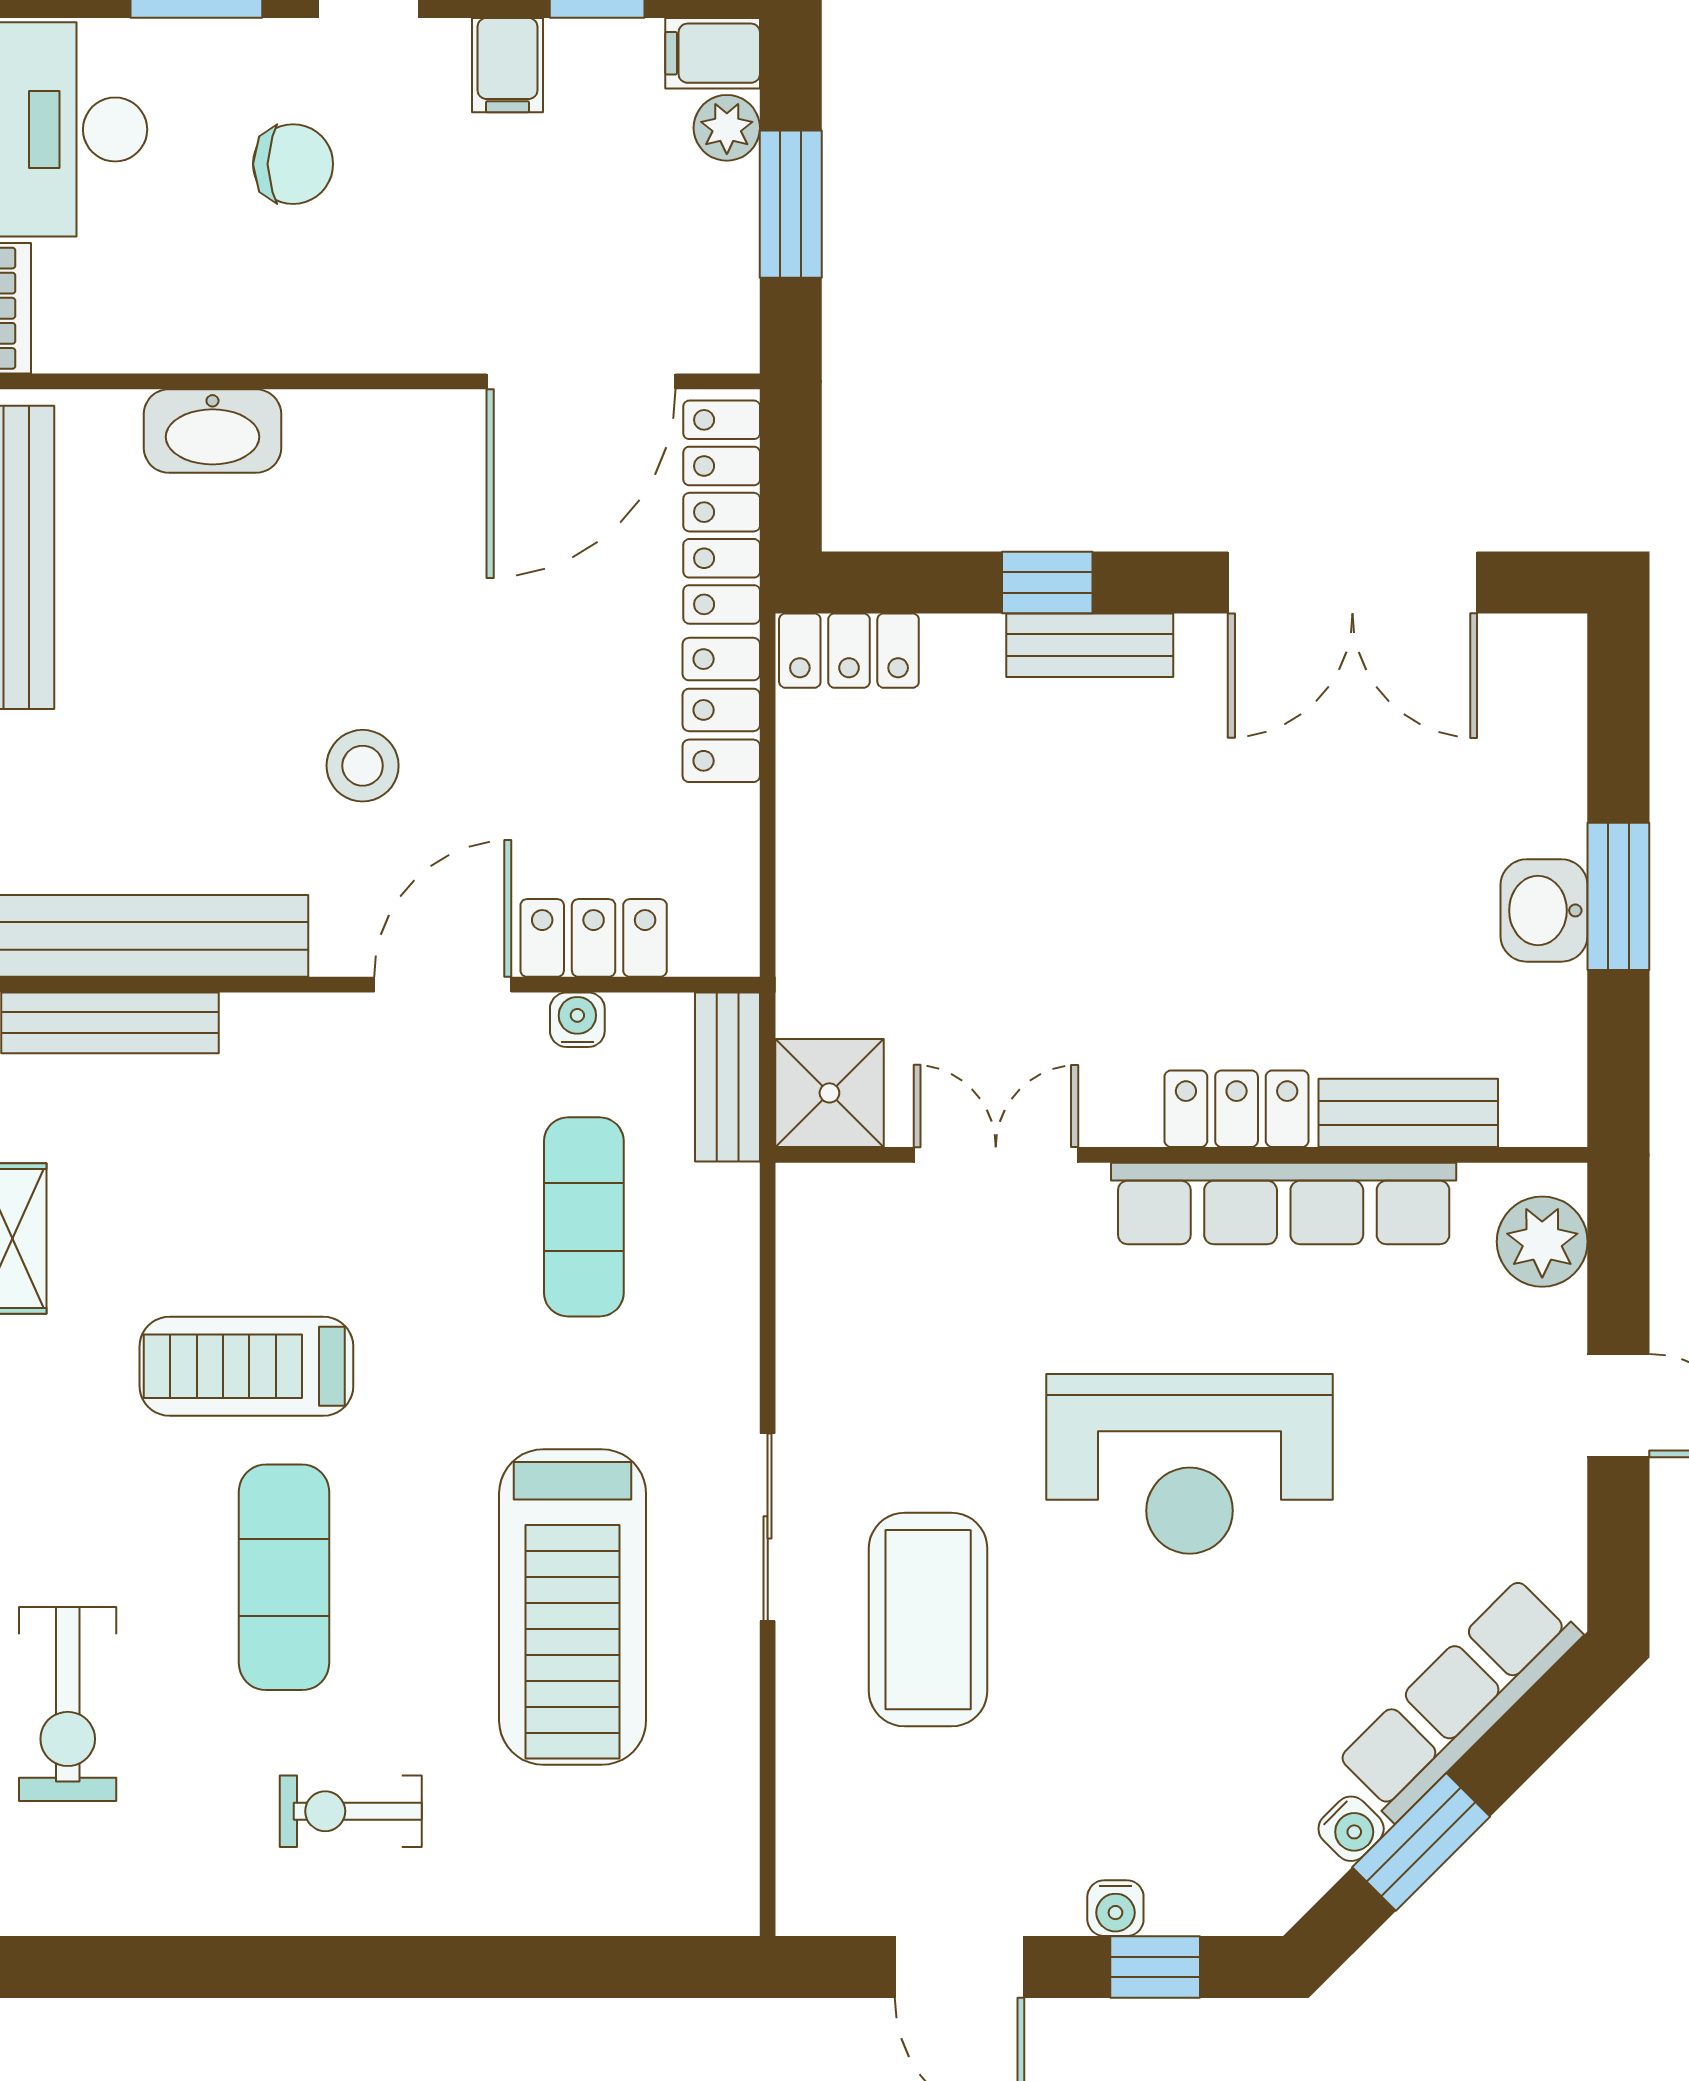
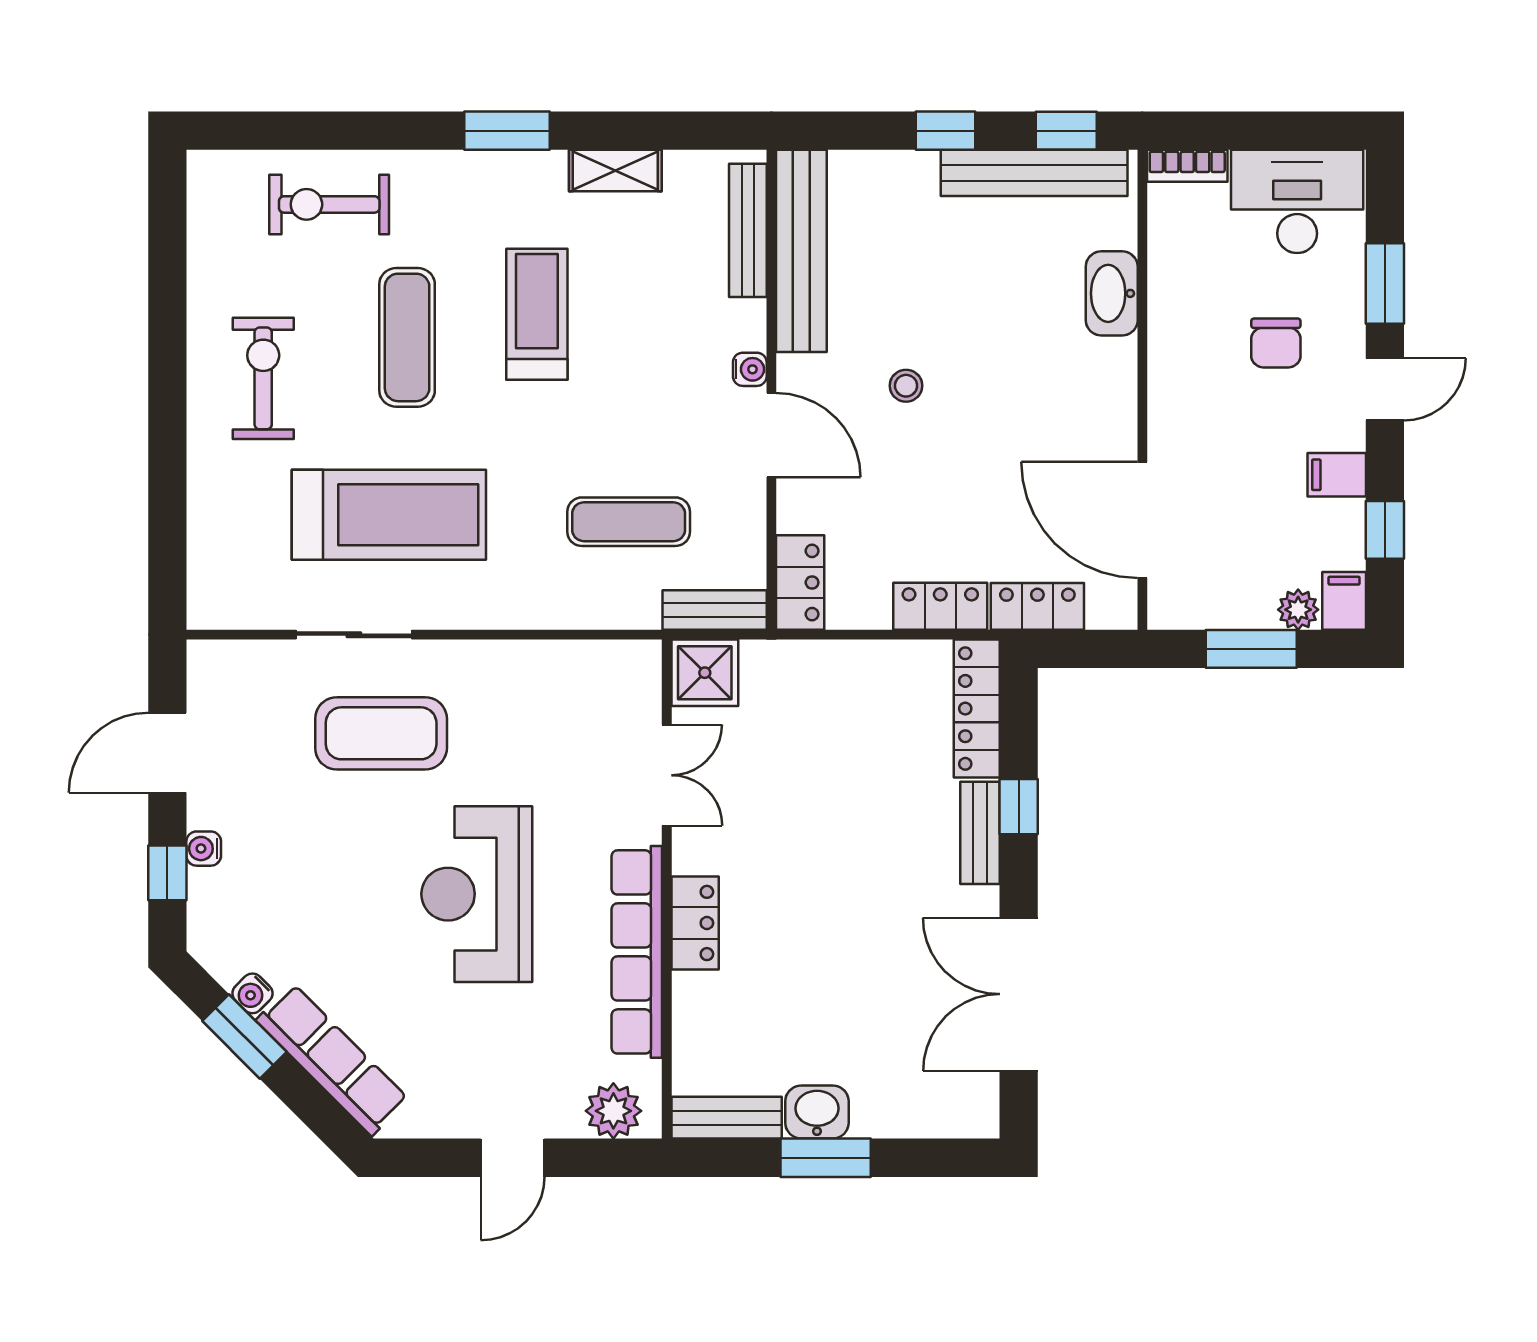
locker: (722, 512) -> (1037, 606), width x0.66
locker: (849, 651) -> (977, 709), width x1.53
stool: (363, 766) -> (906, 386), width x0.73, depth x0.73
locker: (594, 938) -> (800, 582), moved
water cooler: (577, 1020) -> (750, 369), moved
bench: (1408, 1113) -> (727, 1118), moved, turned 90
sliding door: (768, 1527) -> (354, 635), moved
exercise mat: (284, 1577) -> (407, 337), turned 90
treadmill: (573, 1607) -> (389, 515), turned 180
exercise bike: (351, 1811) -> (263, 378), width x1.38, depth x1.39

